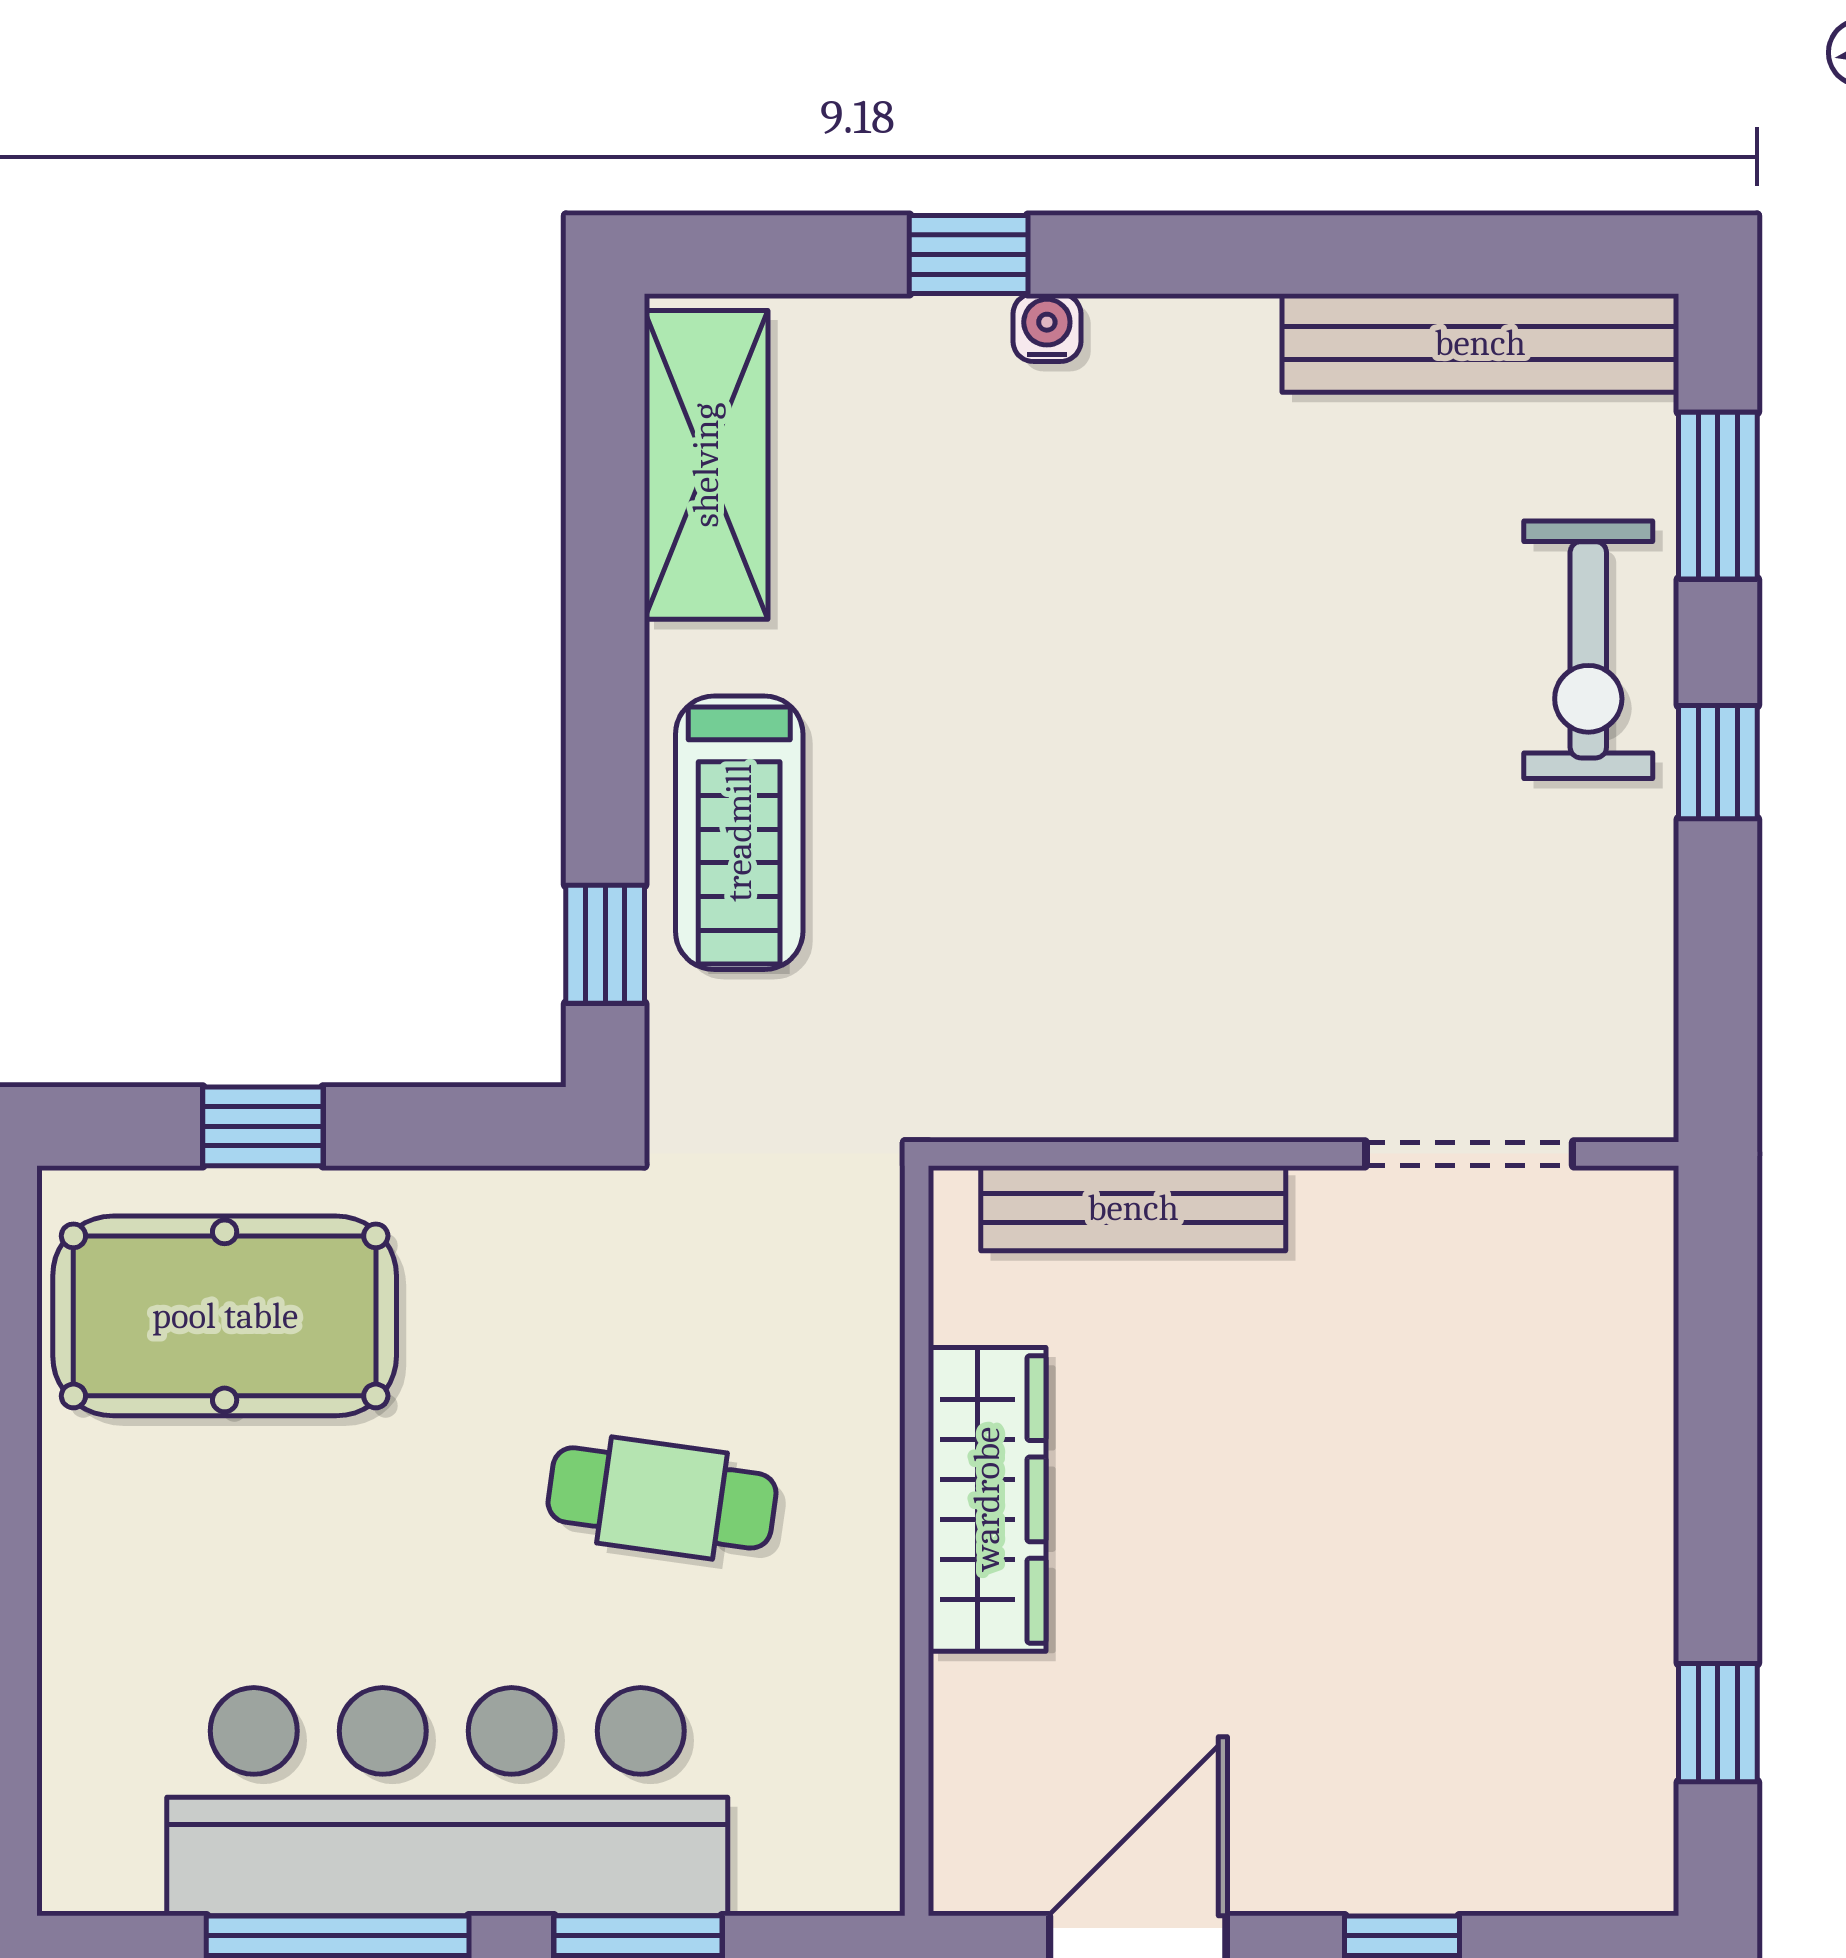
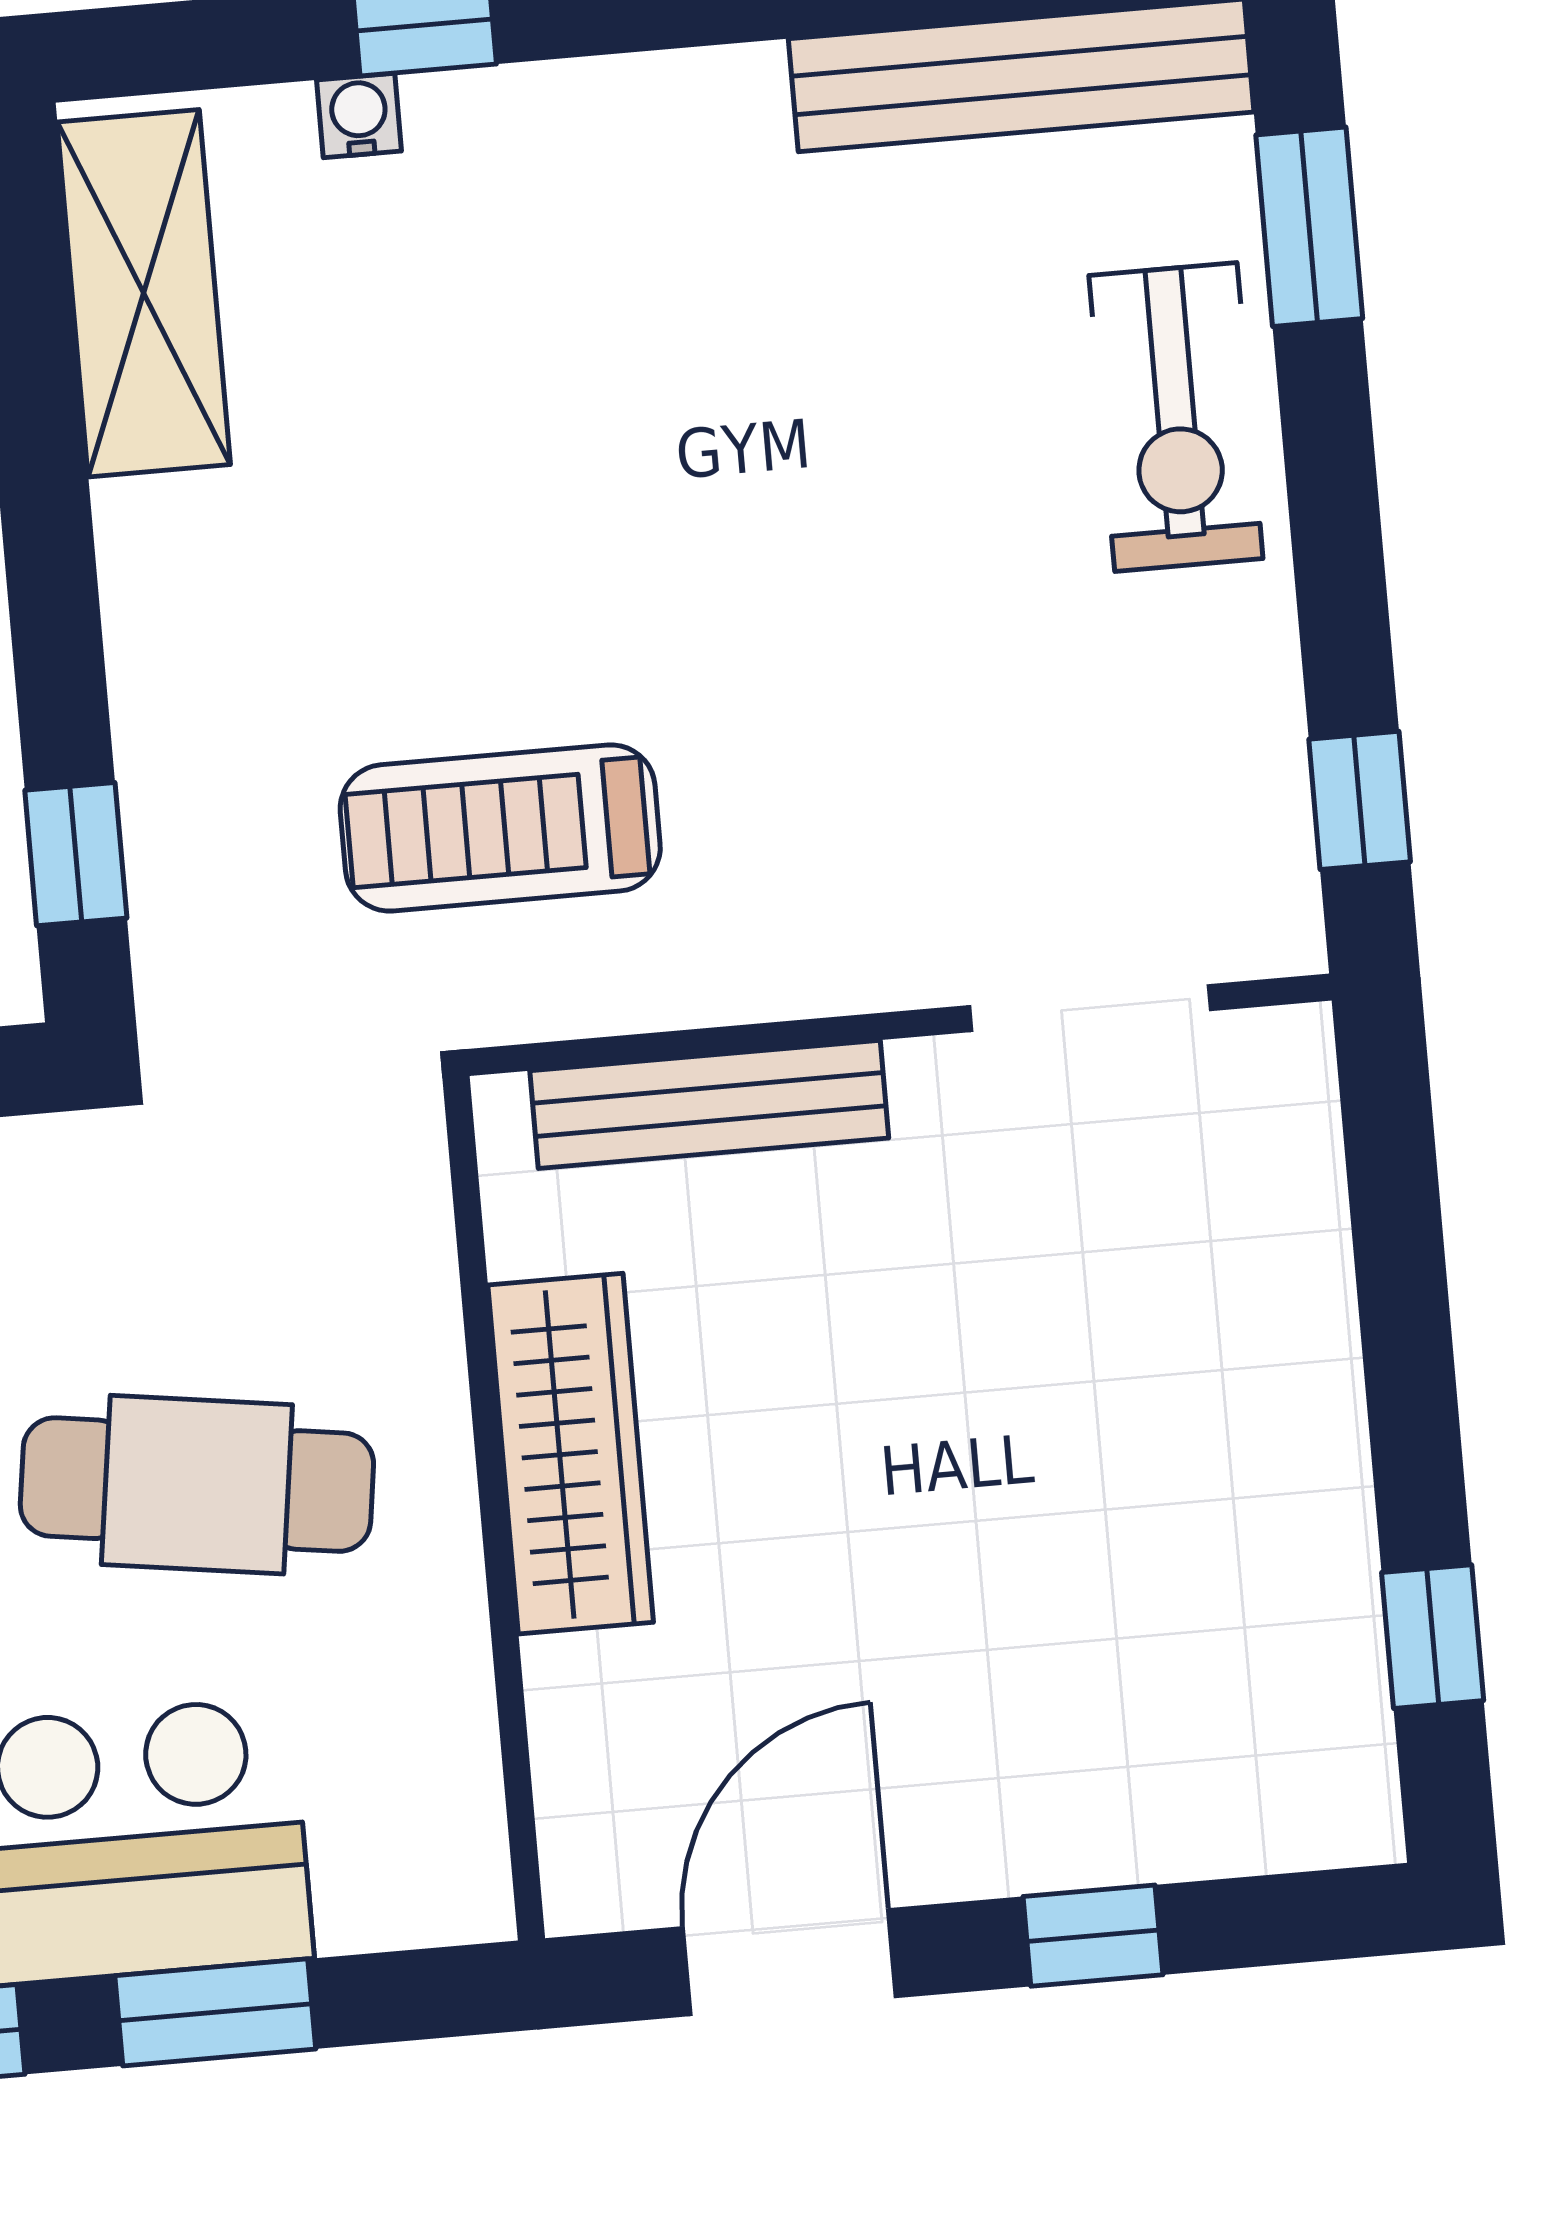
water cooler: (1047, 328) -> (359, 115), moved
window: (1718, 762) -> (1360, 800), moved
treadmill: (739, 833) -> (500, 828), moved, turned 90
cafe table: (662, 1498) -> (197, 1485), width x1.37, depth x1.35

